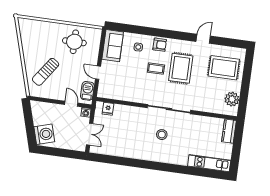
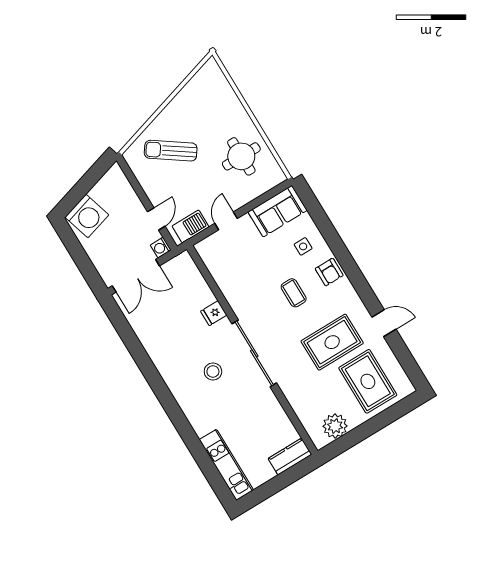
rug: (181, 68) -> (332, 342), moved
fridge: (108, 109) -> (214, 313), moved
double door: (90, 134) -> (136, 276), width x1.37

